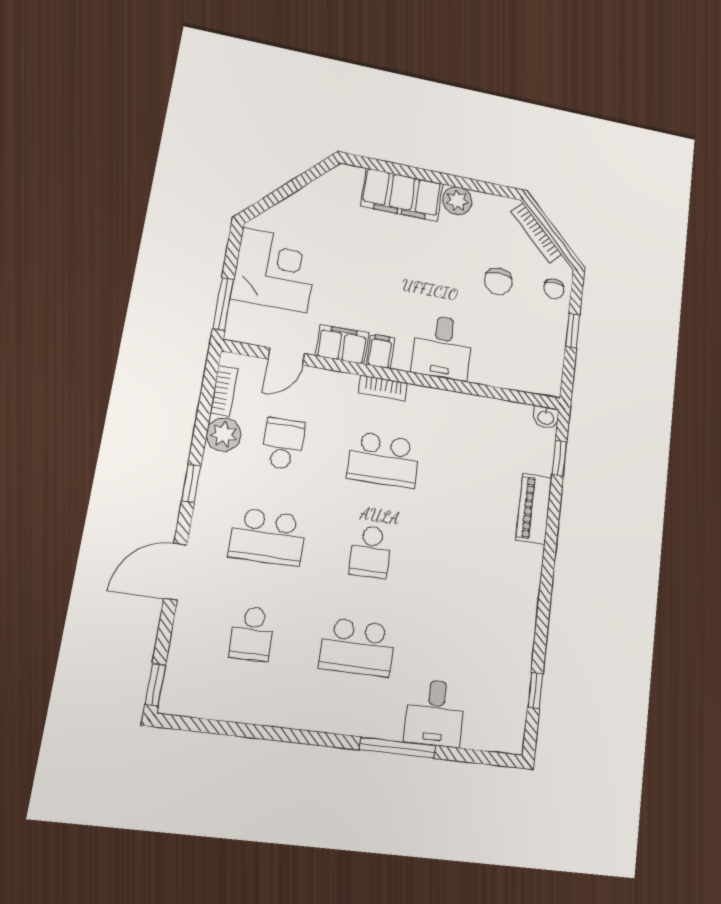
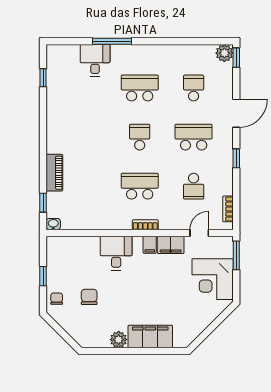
bookcase: (536, 233) -> (71, 330), removed
plant: (224, 435) -> (224, 53), moved

